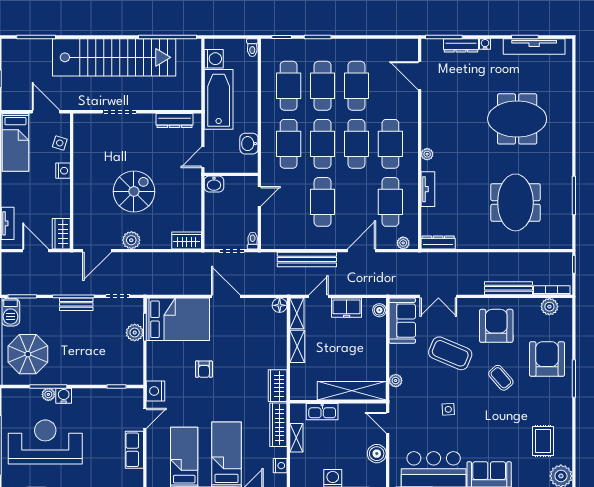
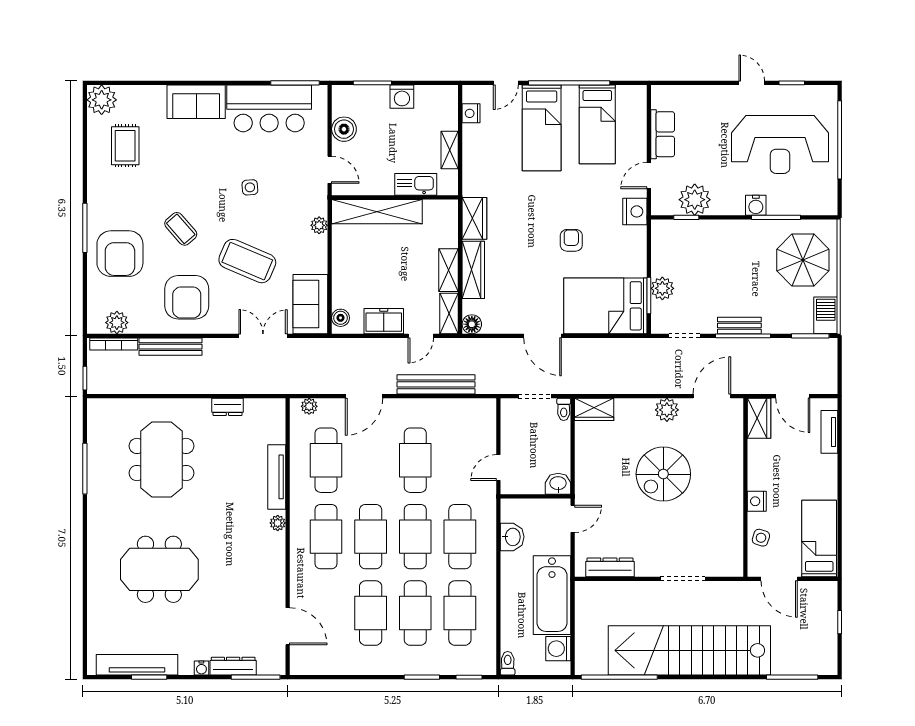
tv unit: (428, 189) -> (277, 477), width x1.41
toilet: (253, 241) -> (564, 409), moved
dresser: (438, 243) -> (227, 407), moved, width x0.70
plant: (48, 394) -> (695, 200), moved, width x1.88, depth x1.88
wardrobe: (278, 425) -> (473, 270), moved

